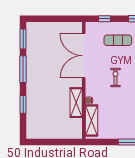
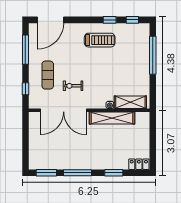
exercise bike: (115, 77) -> (73, 86), moved
shelving: (76, 103) -> (112, 118), width x1.47
locker: (31, 129) -> (139, 164), added

